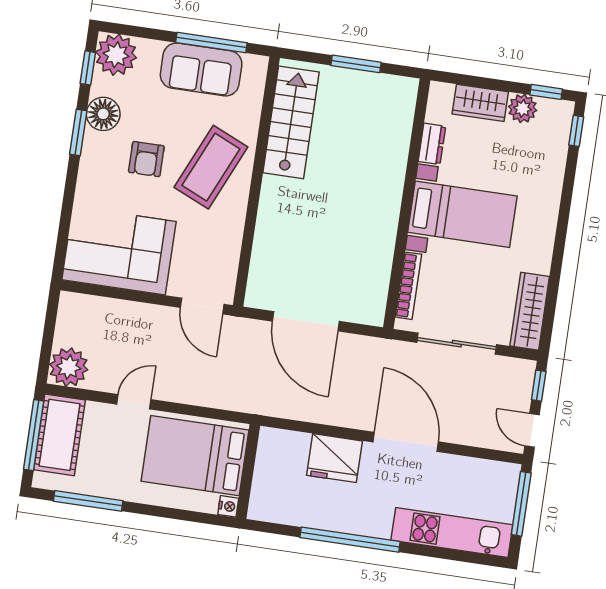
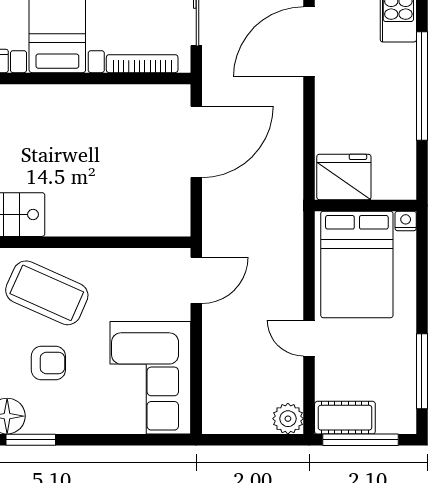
door: (306, 321) -> (196, 142), moved
plant: (69, 367) -> (288, 419), width x0.73, depth x0.73
cot: (60, 435) -> (345, 418), width x0.73, depth x0.75
fridge: (335, 458) -> (344, 177), moved, turned -90

